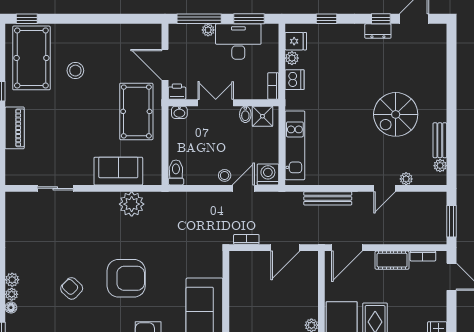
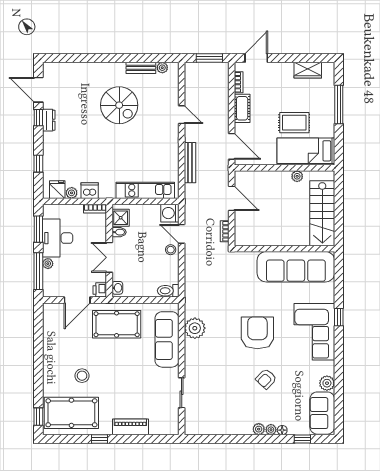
sofa: (118, 171) -> (167, 339), width x1.36
plant: (406, 179) -> (173, 96), removed

